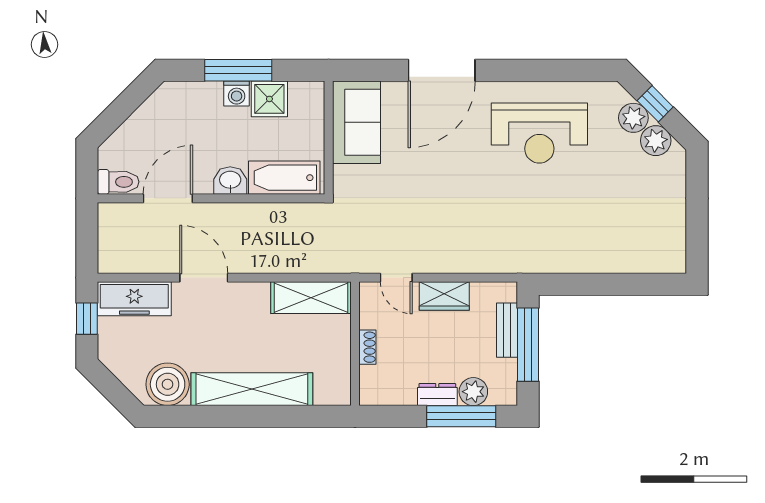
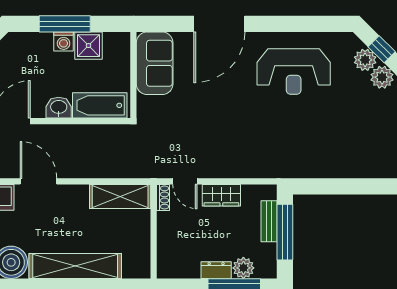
shoe rack: (367, 347) -> (163, 197), moved

